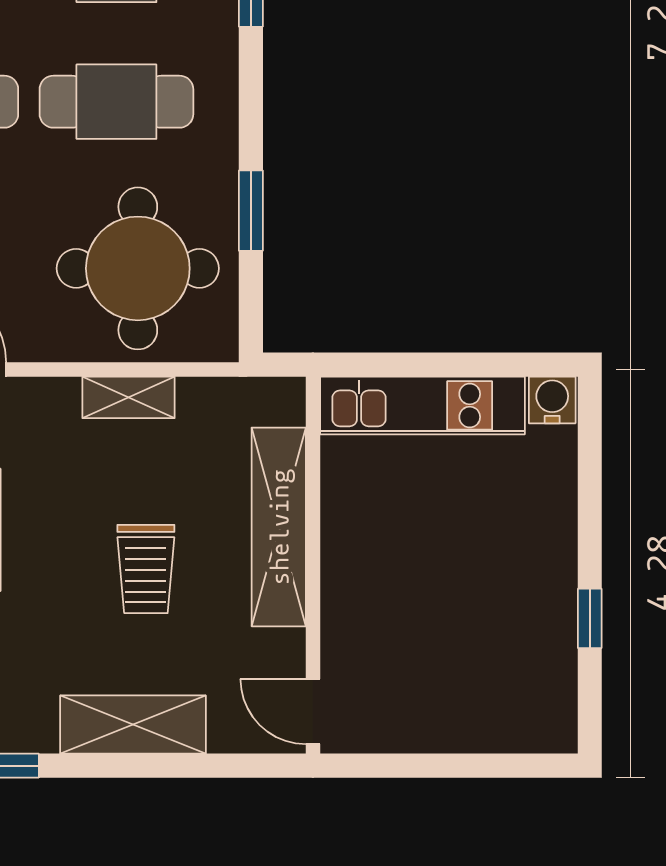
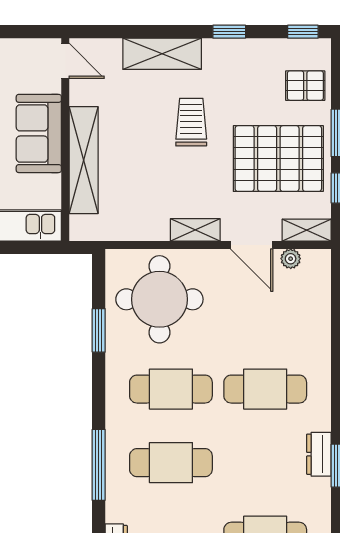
shelving: (128, 397) -> (195, 230), moved
trolley: (146, 569) -> (191, 122), moved
sofa: (362, 576) -> (39, 133), added

